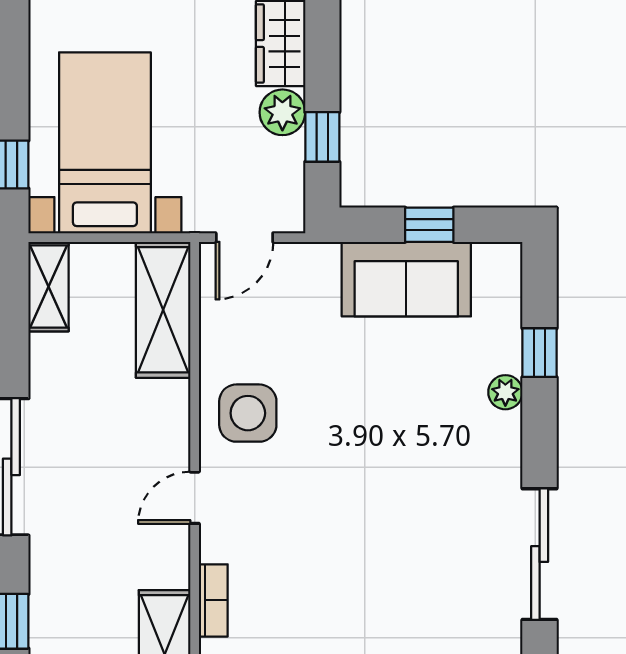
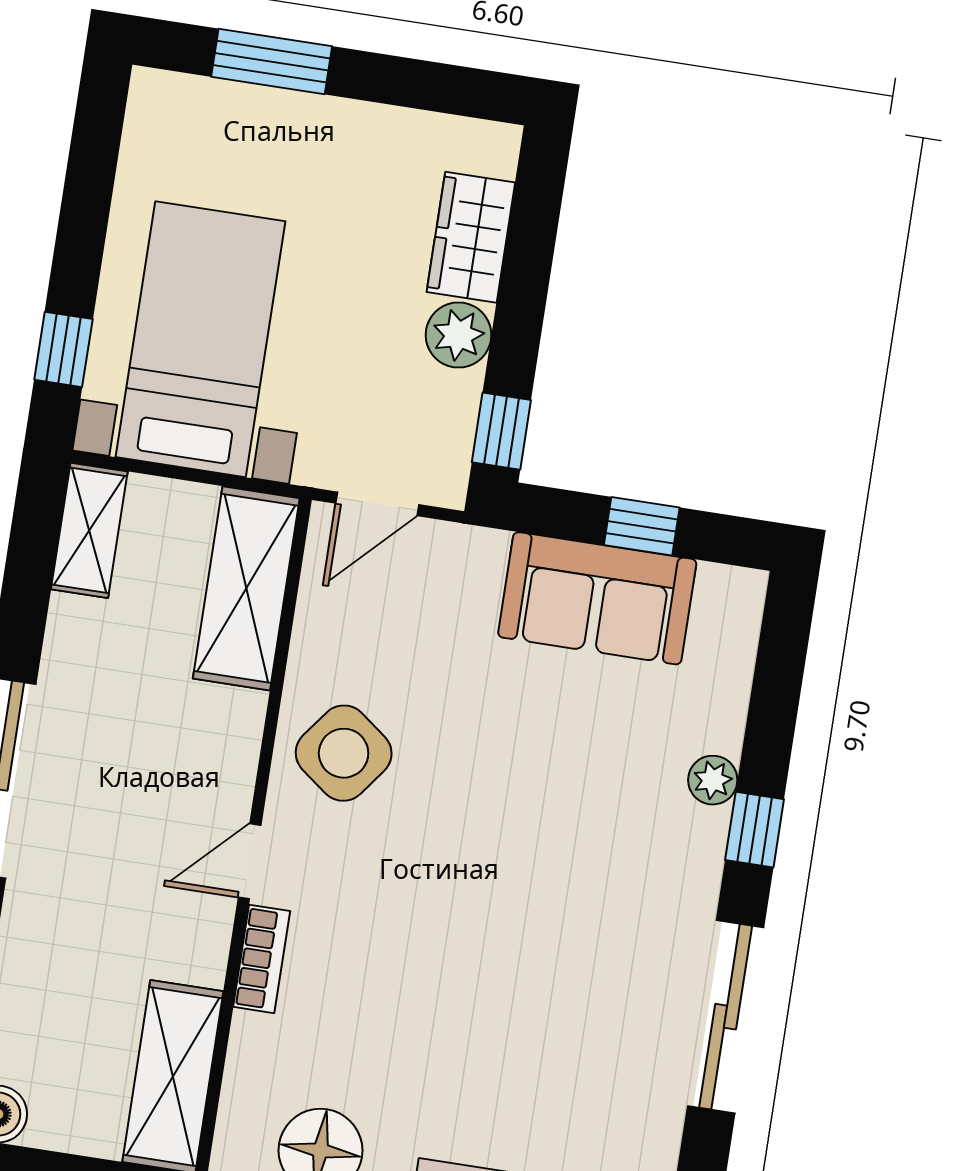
window: (322, 137) -> (501, 431), moved
window: (540, 353) -> (755, 830), moved
side table: (248, 413) -> (344, 753), turned 37
bookcase: (213, 600) -> (262, 959), moved

